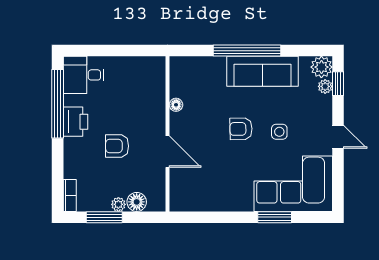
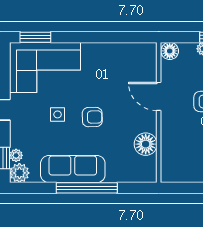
floor lamp: (176, 105) -> (146, 144), width x1.89, depth x1.89
floor lamp: (137, 202) -> (170, 51), moved
window: (275, 217) -> (35, 37), moved

